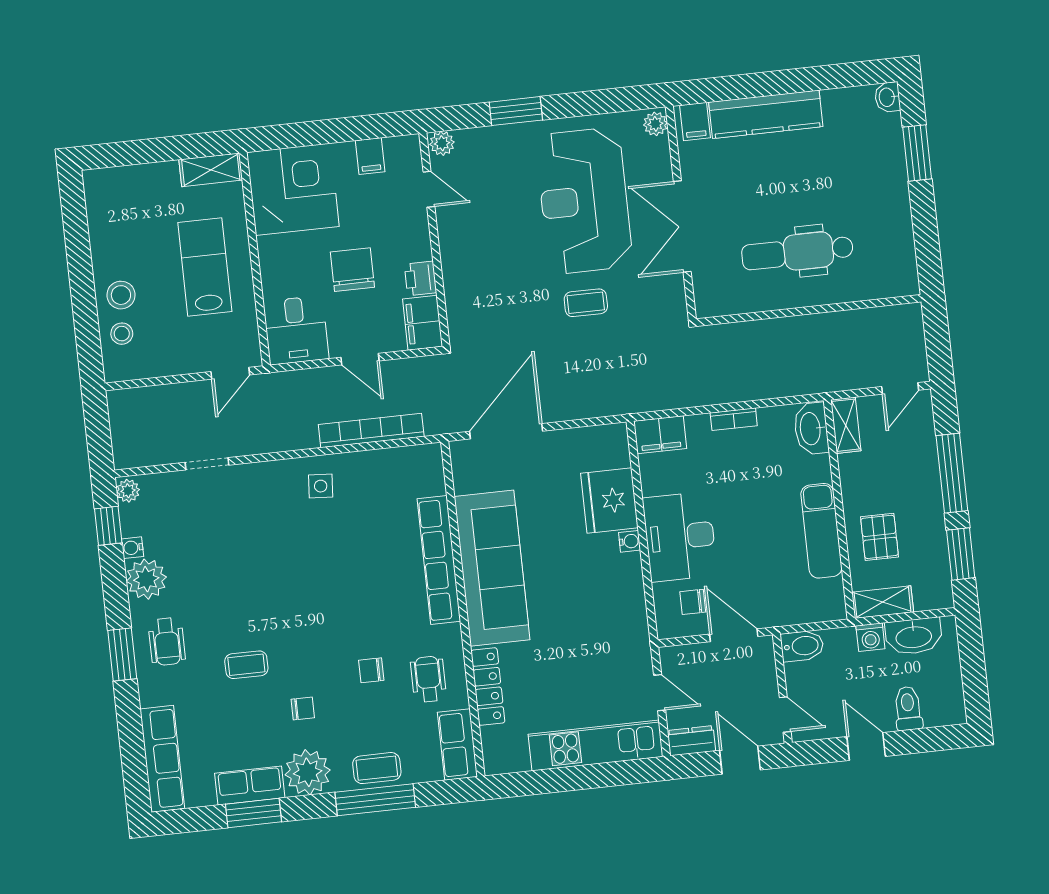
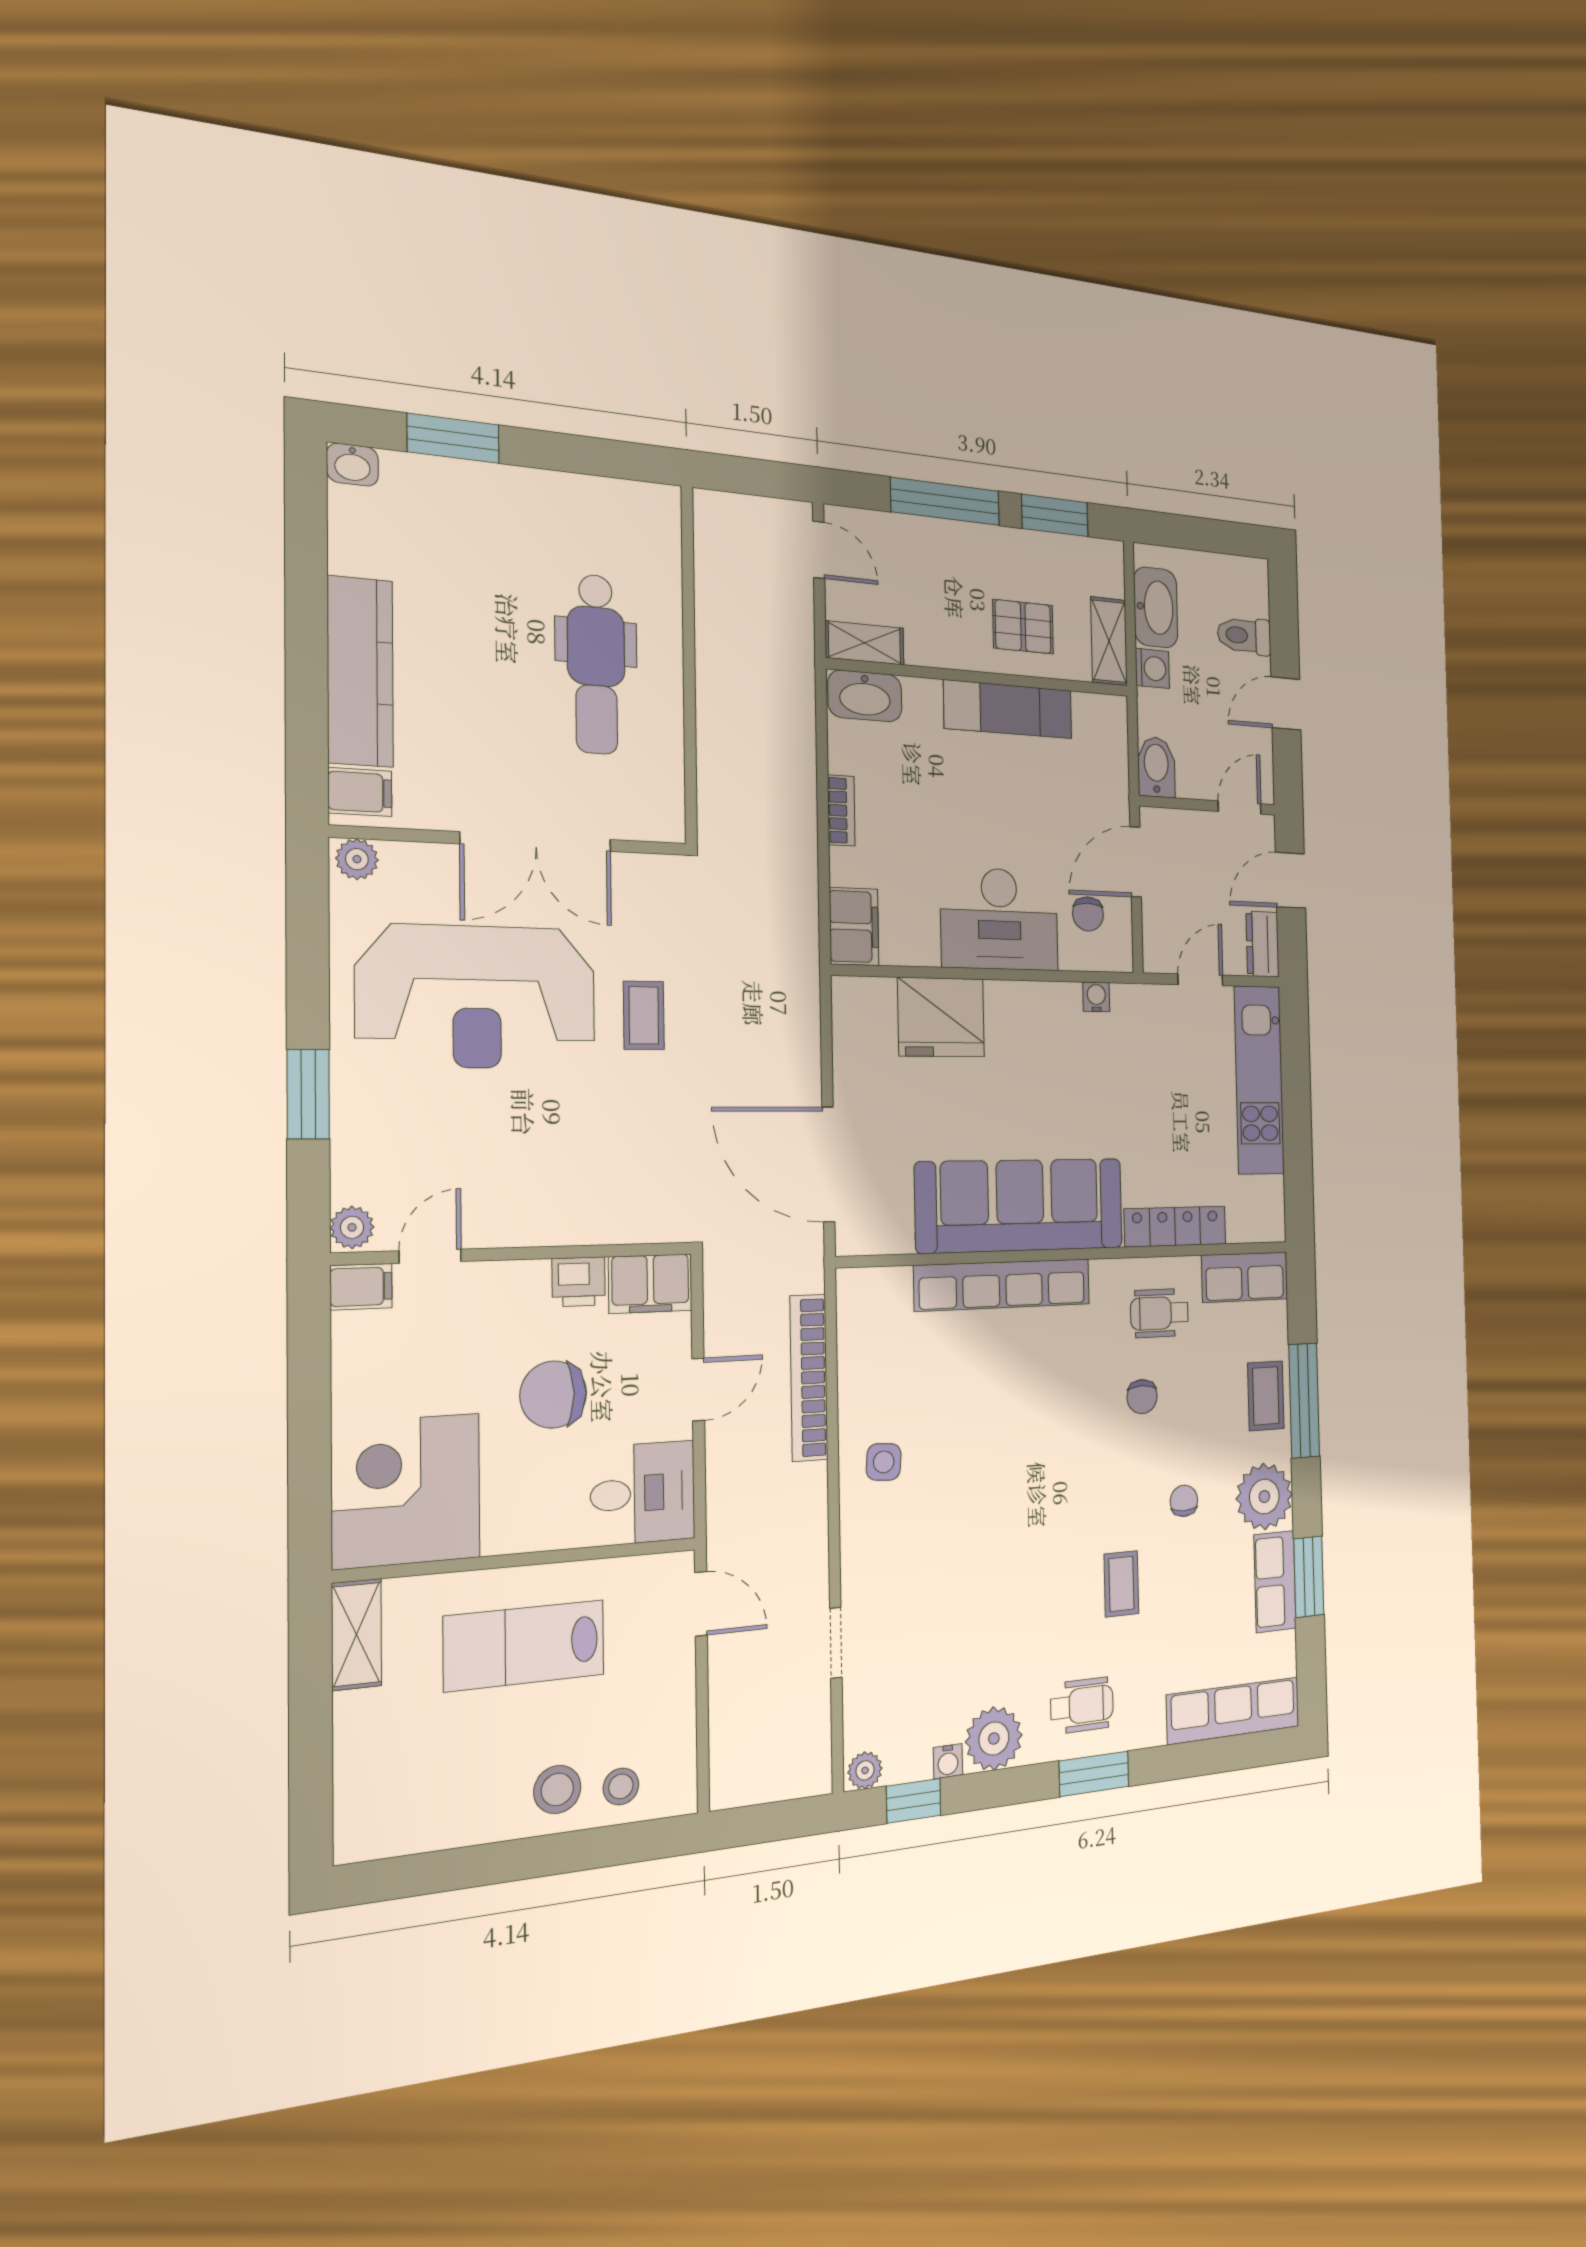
filing cabinet: (370, 156) -> (361, 1287), moved
water cooler: (630, 541) -> (1096, 997), moved

